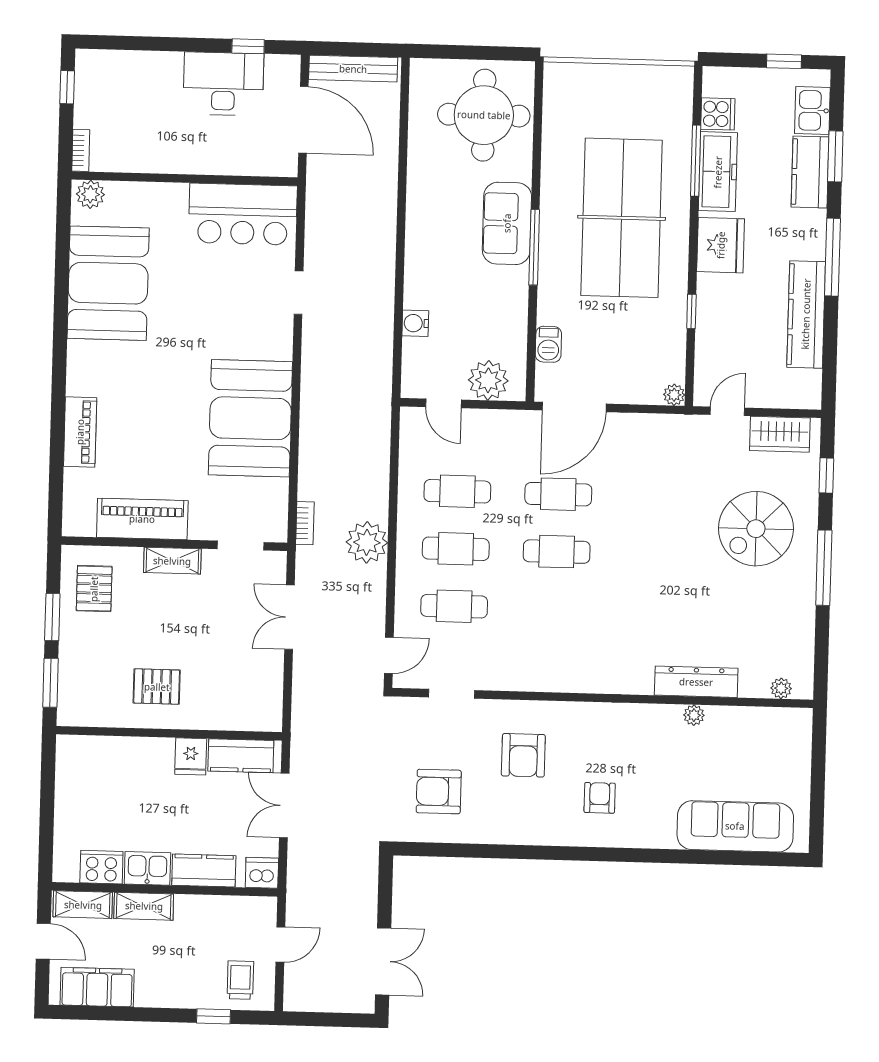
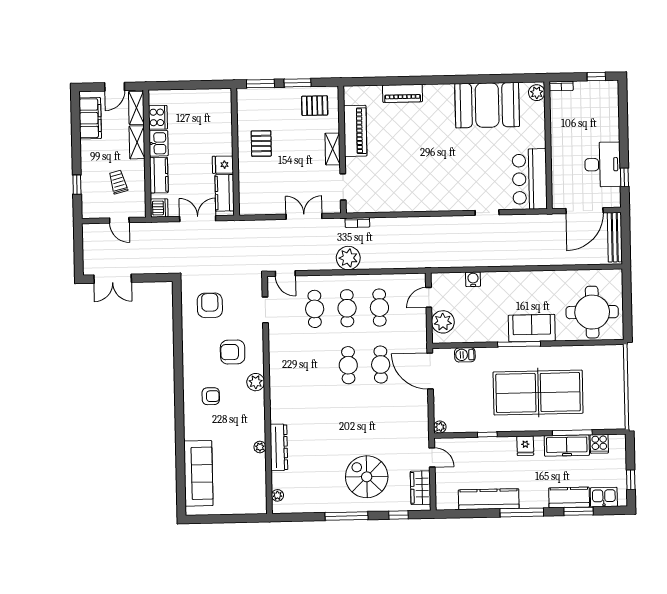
fridge: (721, 245) -> (525, 446), width x0.53, depth x0.75
booth: (250, 418) -> (415, 189), removed
plant: (579, 717) -> (256, 382), added
trolley: (240, 980) -> (118, 182), moved, turned -105

